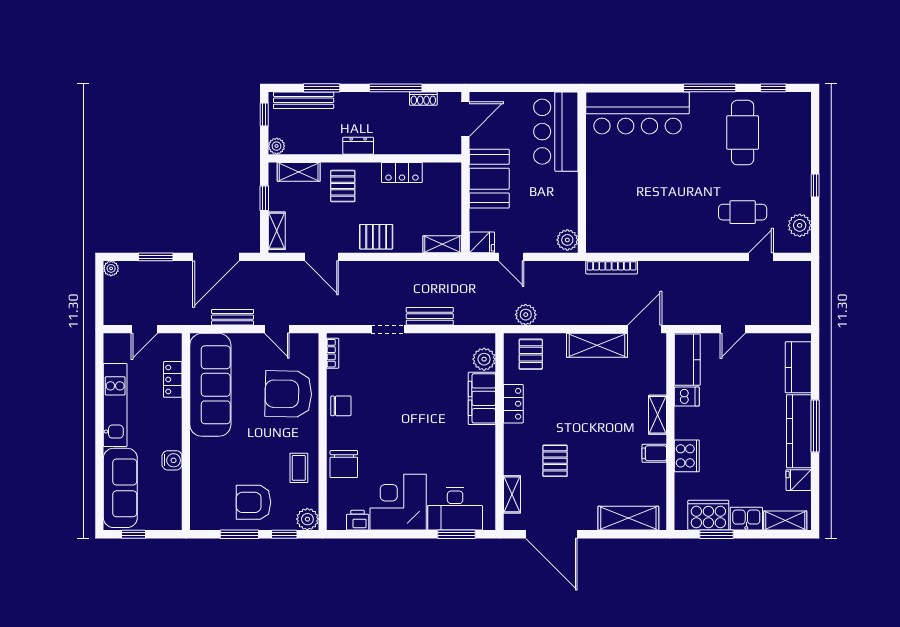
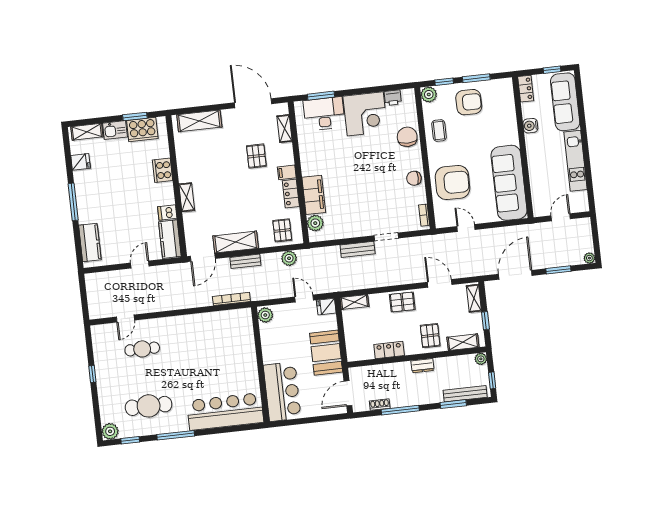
cafe table: (743, 133) -> (149, 406), turned 90
plant: (800, 225) -> (110, 431), moved
bench: (233, 317) -> (245, 261), moved
locker: (173, 379) -> (526, 89), moved
kitchen counter: (799, 431) -> (84, 197), removed
filing cabinet: (654, 453) -> (287, 172), moved, turned 180

